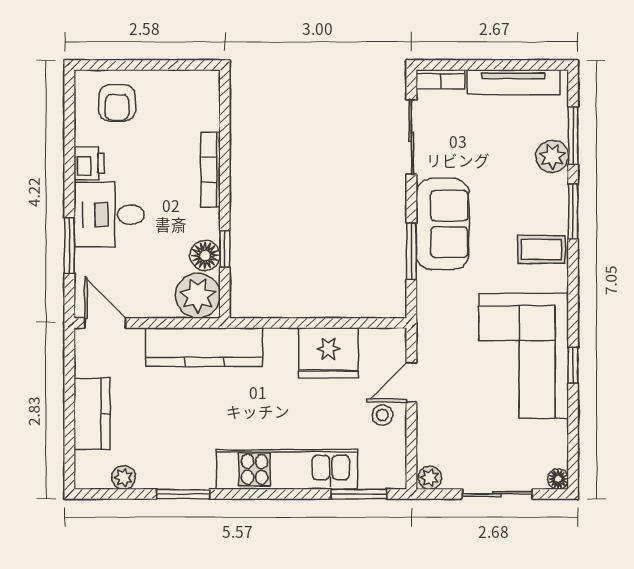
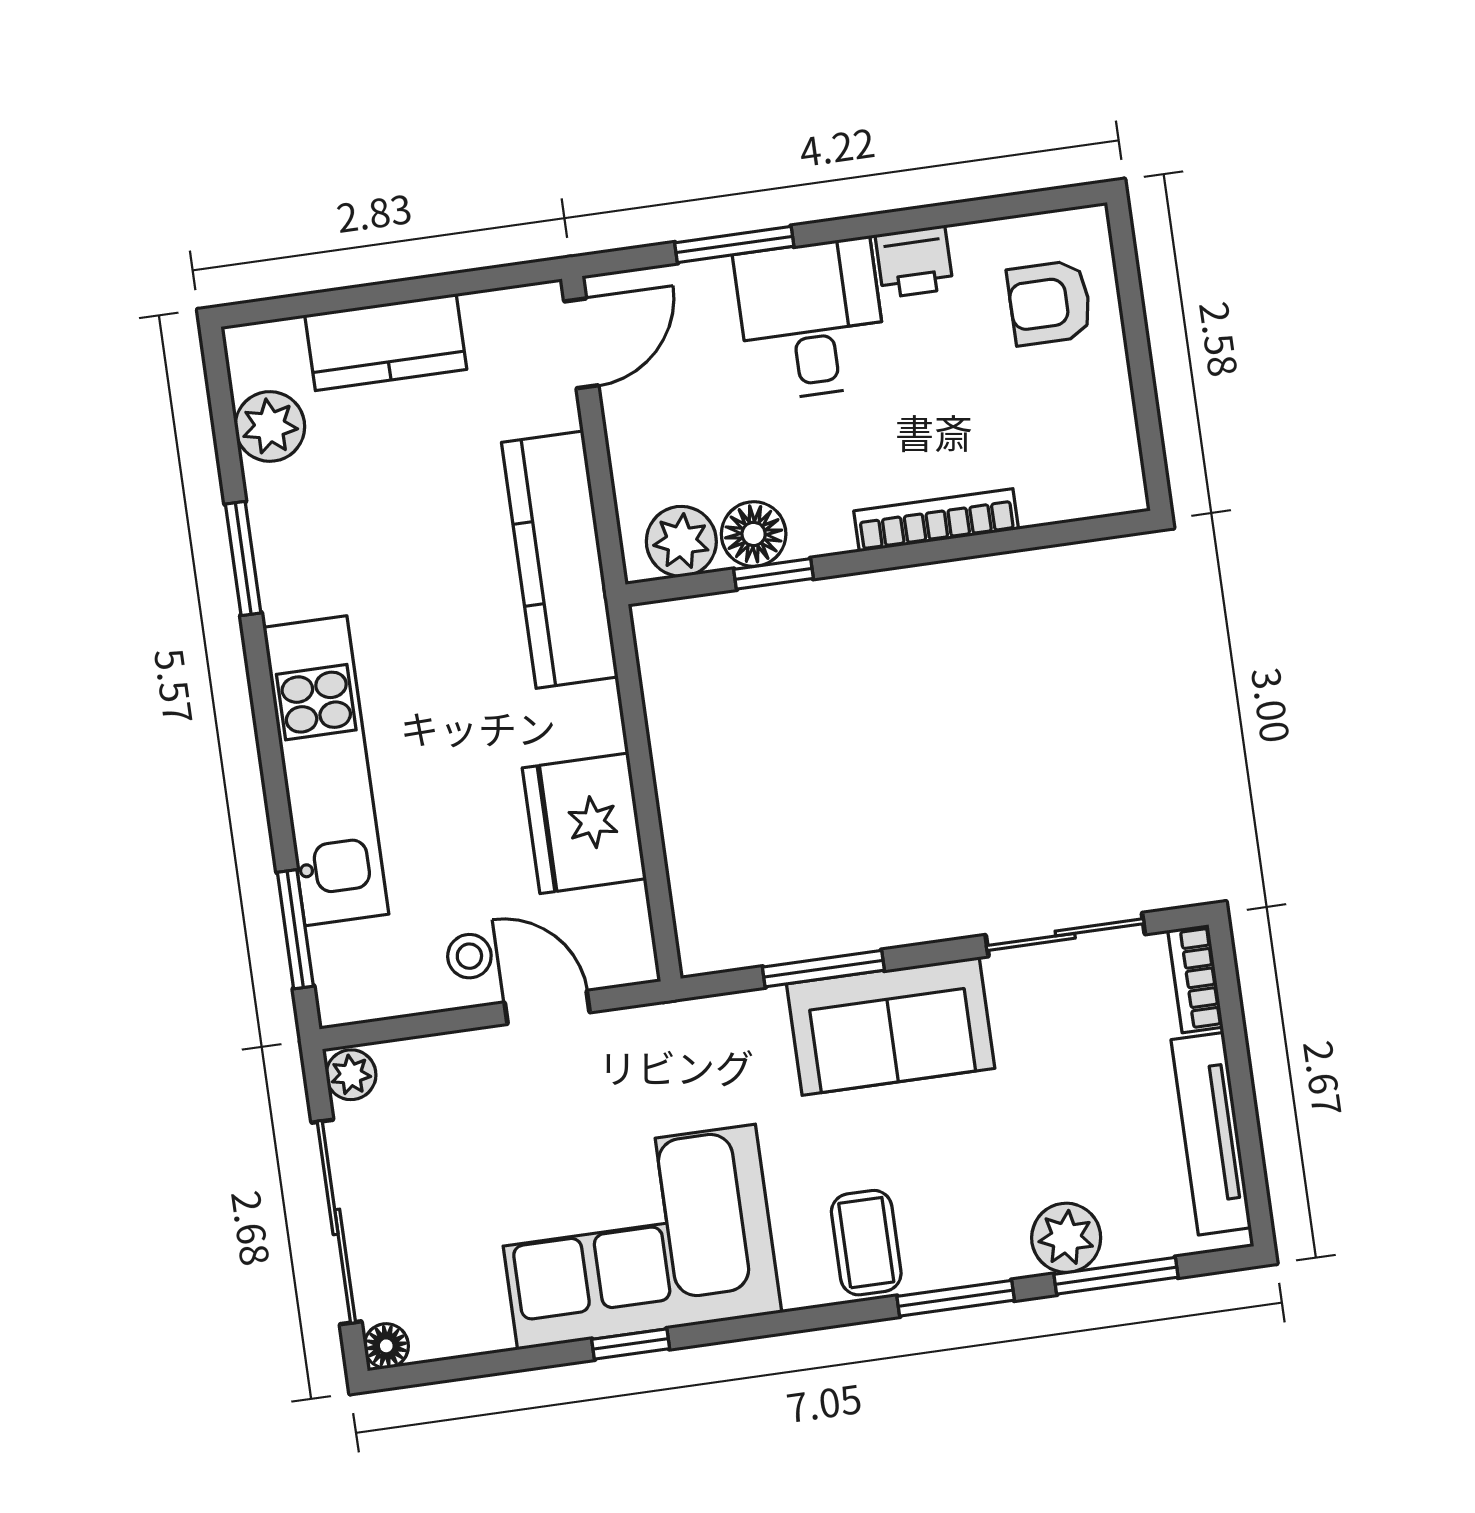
plant: (198, 295) -> (681, 541), width x0.73, depth x0.73
plant: (124, 478) -> (270, 426), width x1.38, depth x1.38
sliding door: (497, 494) -> (336, 1222), width x1.37

